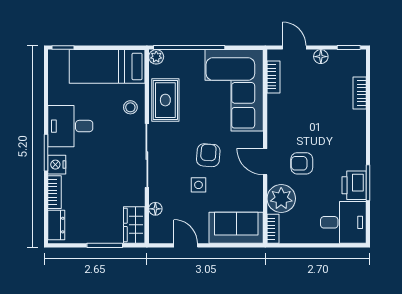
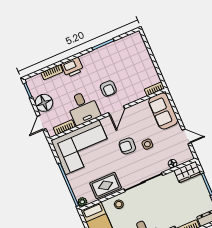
floor lamp: (321, 57) -> (44, 103), width x1.89, depth x1.89
printer: (354, 185) -> (72, 67), moved
plant: (281, 199) -> (134, 92), removed
desk: (343, 222) -> (83, 108), moved, turned 180
door: (186, 245) -> (186, 136), swing flipped

